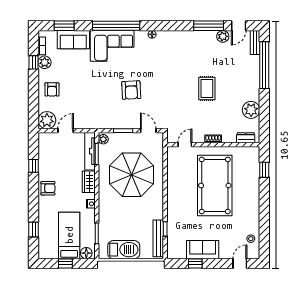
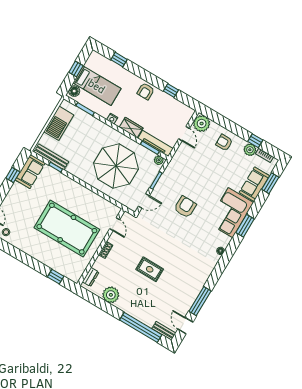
window: (116, 26) -> (245, 226), width x0.47
plant: (223, 36) -> (184, 308), removed
armchair: (131, 90) -> (185, 207), turned 94
sofa: (203, 250) -> (30, 171), moved

